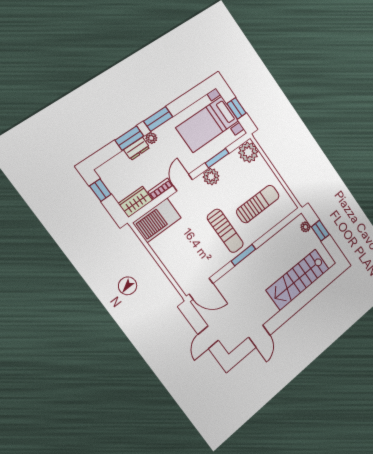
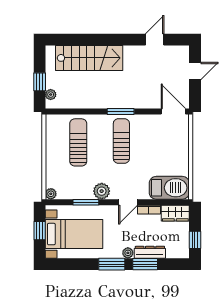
dresser: (137, 149) -> (150, 252), width x1.44
plant: (248, 152) -> (51, 194), width x0.53, depth x0.53
sun lounger: (258, 204) -> (78, 142), turned 90

